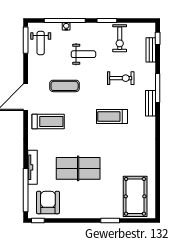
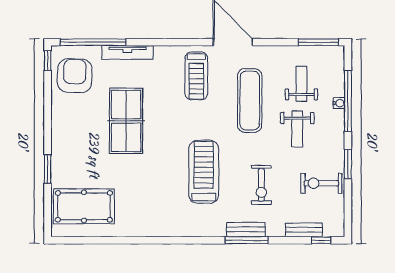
weight bench: (41, 43) -> (301, 84), moved, turned 90
exercise mat: (65, 86) -> (250, 101), width x1.36, depth x1.45
bench: (150, 103) -> (246, 230), moved
treadmill: (112, 117) -> (204, 172), width x1.37, depth x1.38
armchair: (48, 203) -> (75, 76), turned -88

